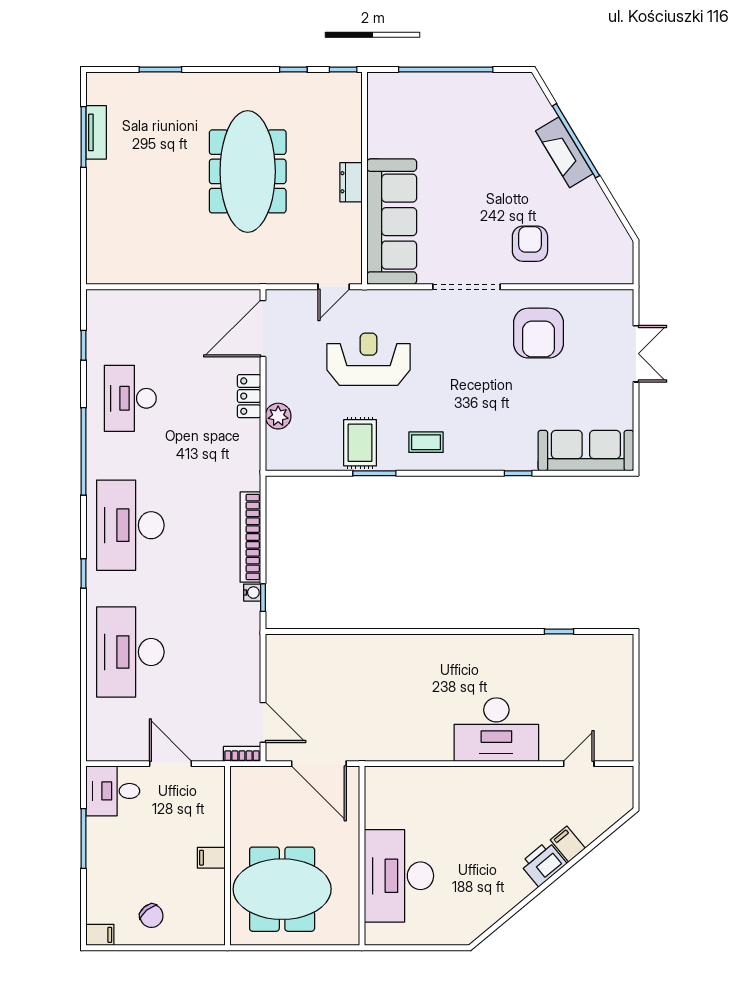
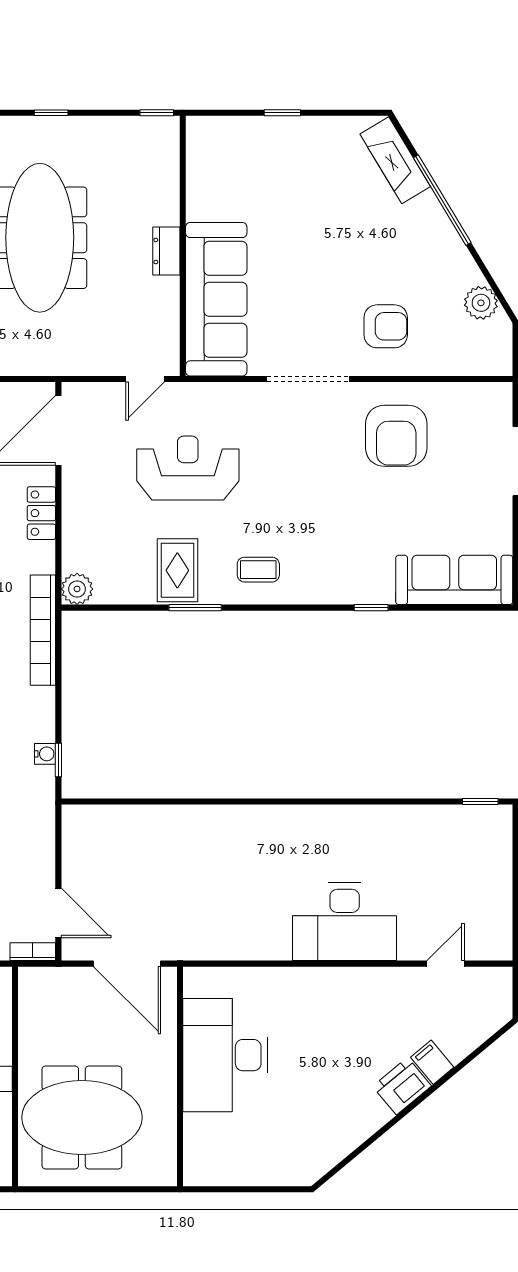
window: (293, 69) -> (51, 113), moved
window: (446, 69) -> (282, 113), width x0.32
fireplace: (564, 152) -> (395, 160), moved
plant: (608, 225) -> (481, 303), added
armchair: (530, 244) -> (386, 326), turned 90
plant: (278, 416) -> (77, 589), moved
bookcase: (250, 537) -> (43, 630), moved
window: (559, 631) -> (480, 802), moved
desk: (399, 876) -> (225, 1055), moved

